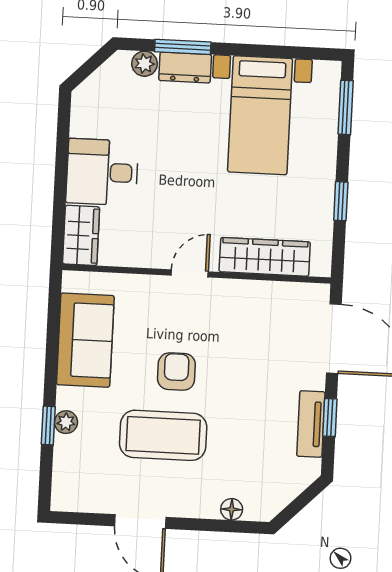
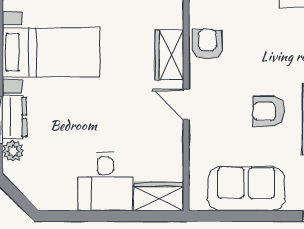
wardrobe: (265, 257) -> (169, 55), width x0.67
armchair: (260, 302) -> (207, 44), added

